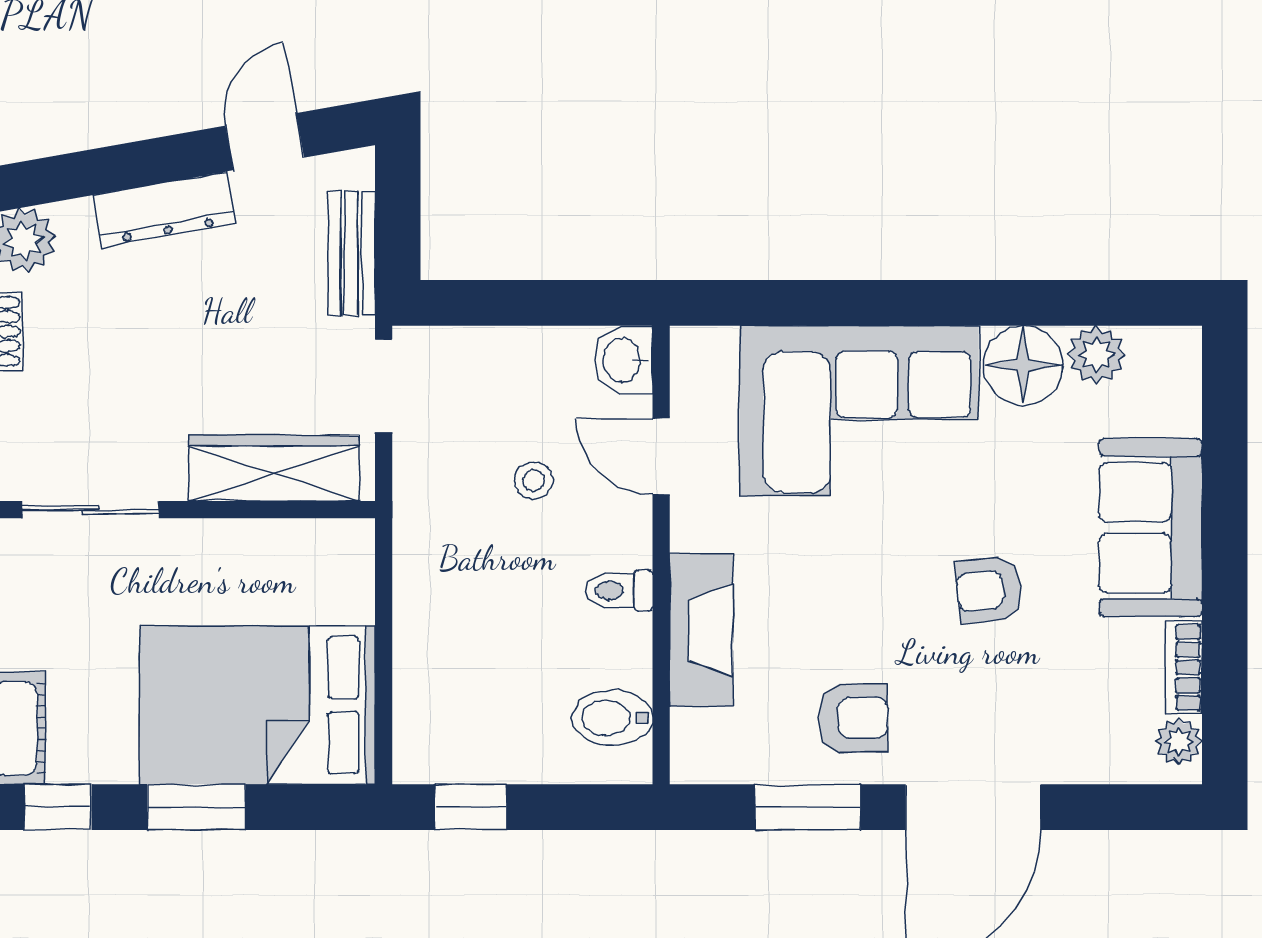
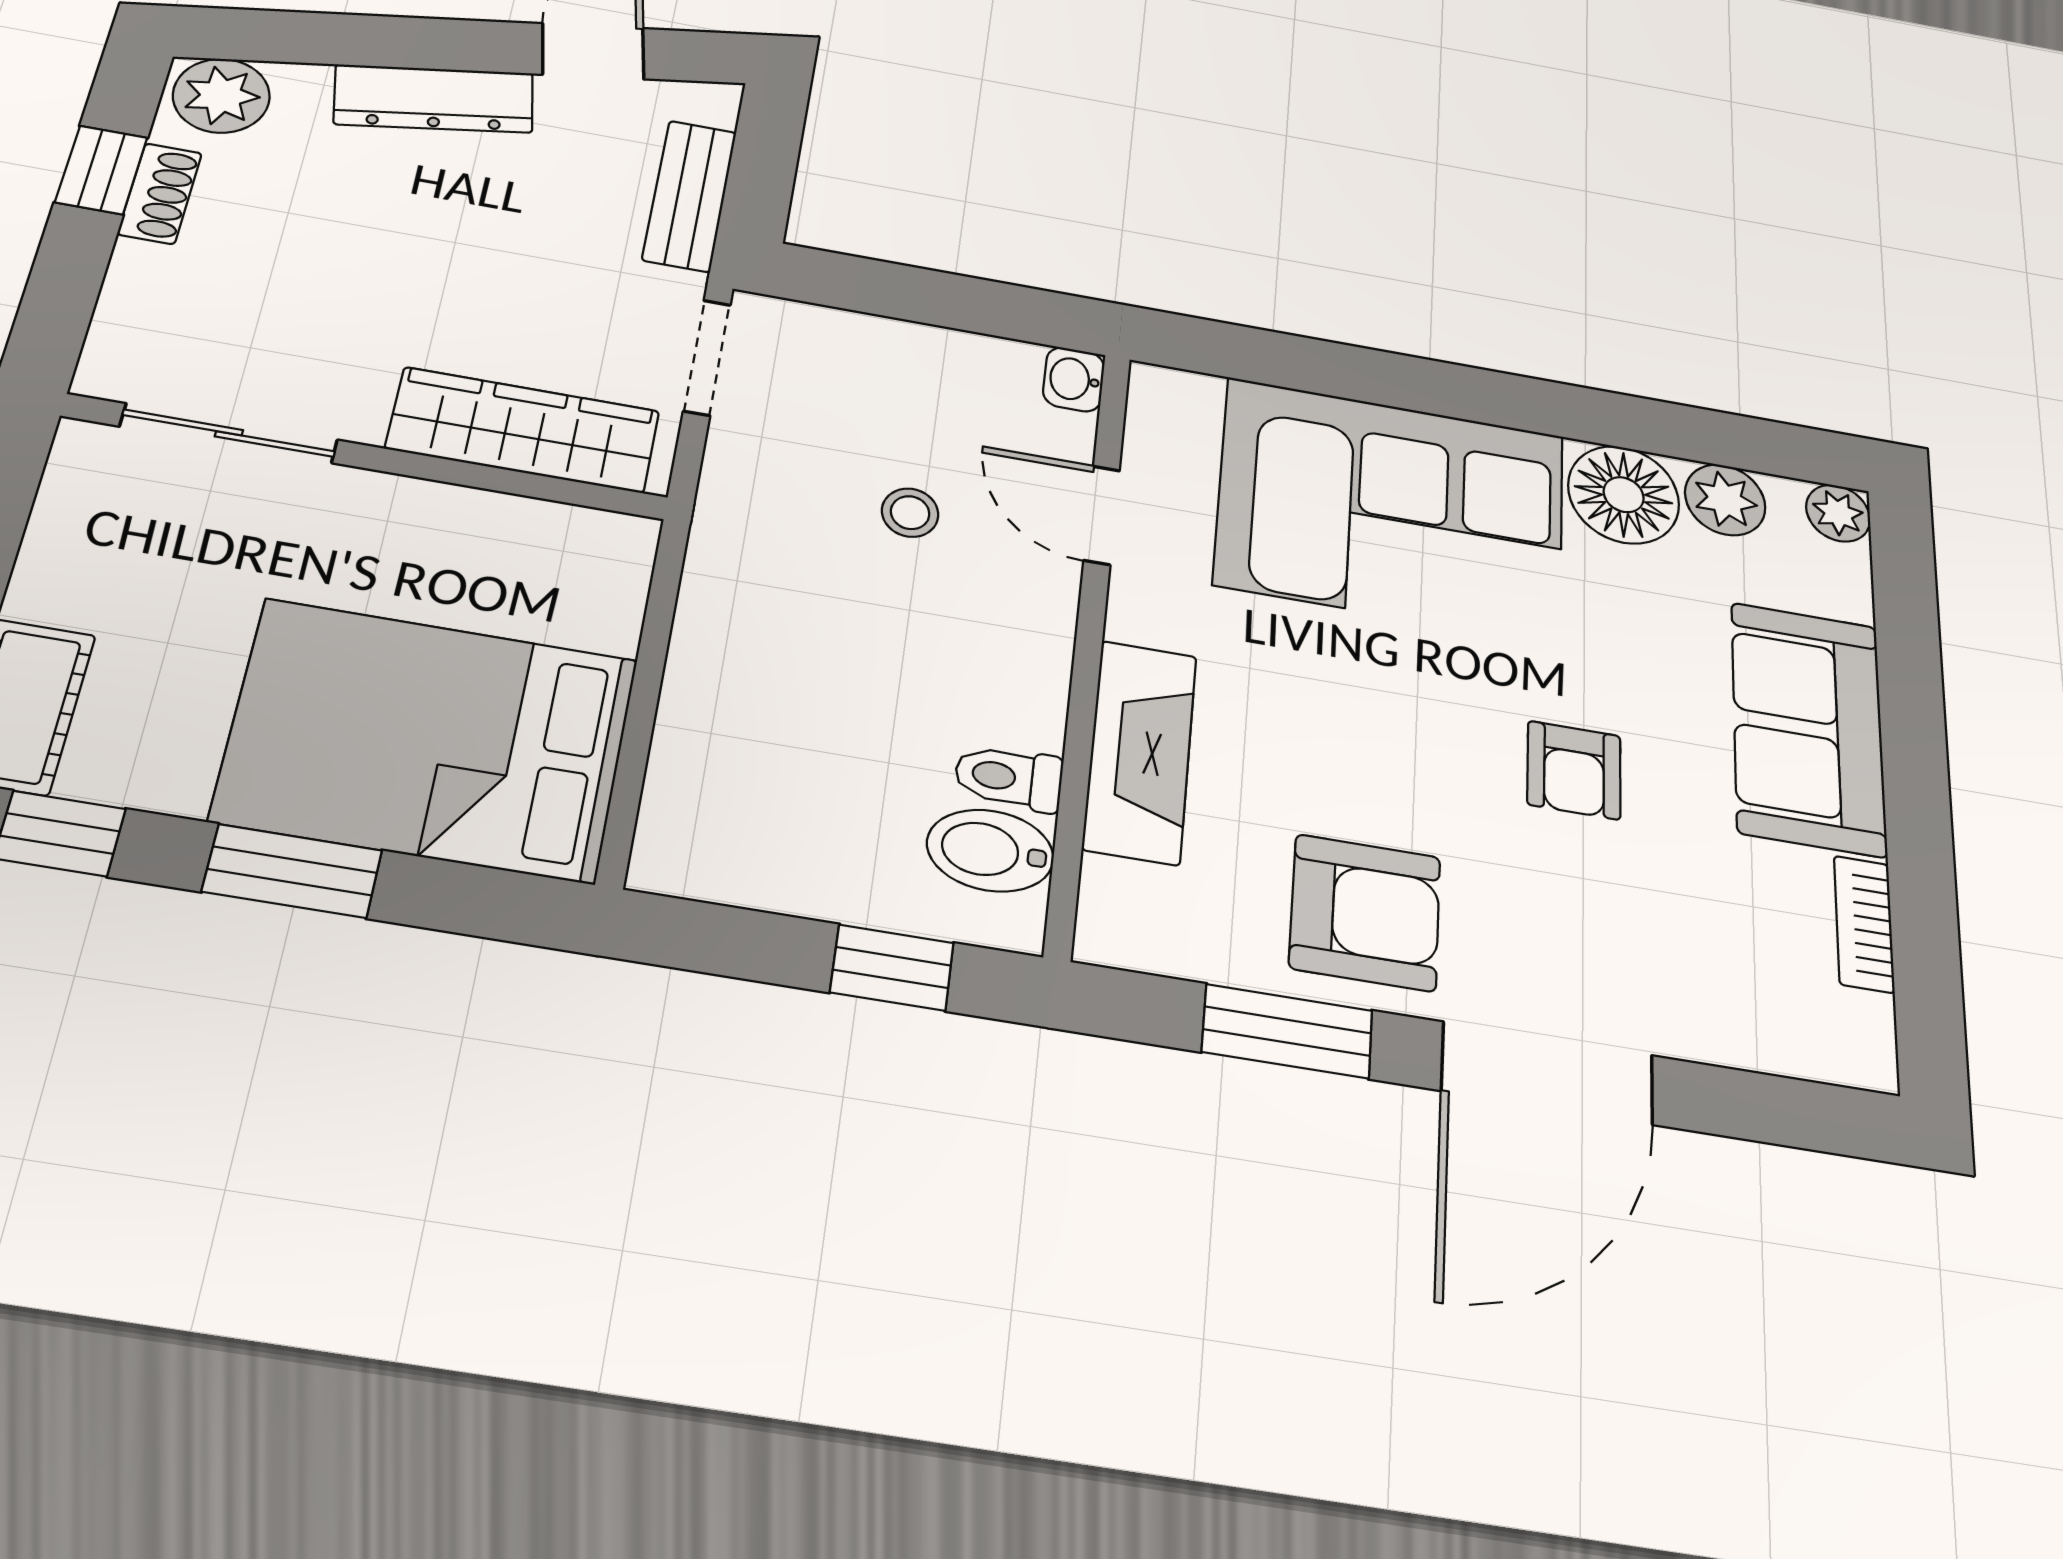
washbasin: (623, 360) -> (1074, 379), width x0.72, depth x0.69
toilet: (619, 590) -> (1009, 778), moved
armchair: (989, 590) -> (1574, 770), turned -84
armchair: (853, 718) -> (1365, 912), width x1.38, depth x1.38
plant: (1179, 741) -> (1838, 513), moved
window: (471, 807) -> (892, 968), moved

